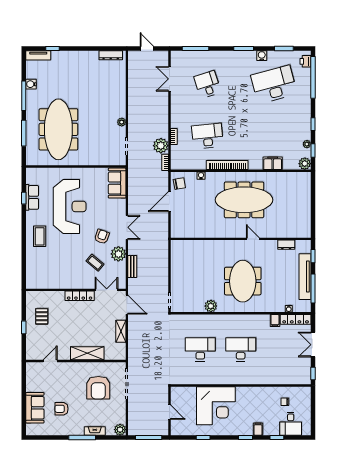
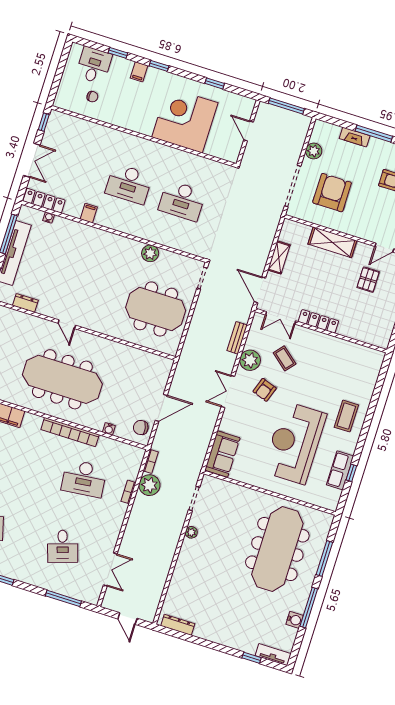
meeting table: (243, 281) -> (156, 309), moved, turned 90
pallet: (42, 316) -> (368, 280), moved
filing cabinet: (275, 320) -> (89, 213), moved
plant: (120, 430) -> (314, 151), moved

